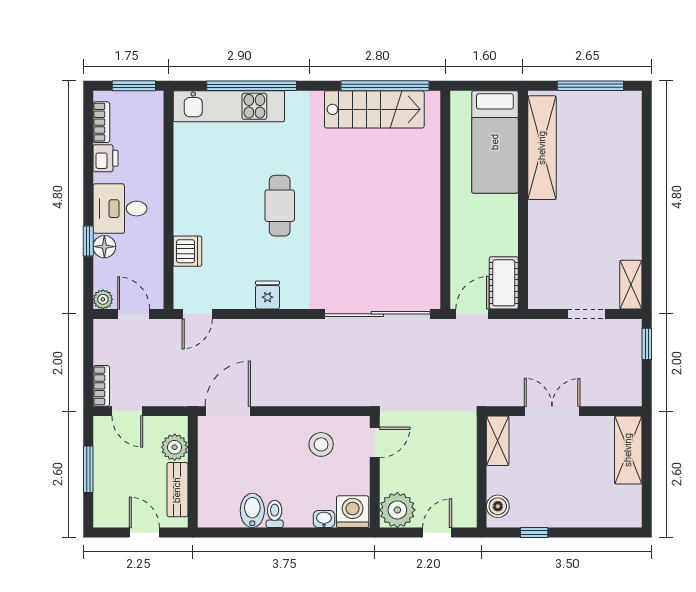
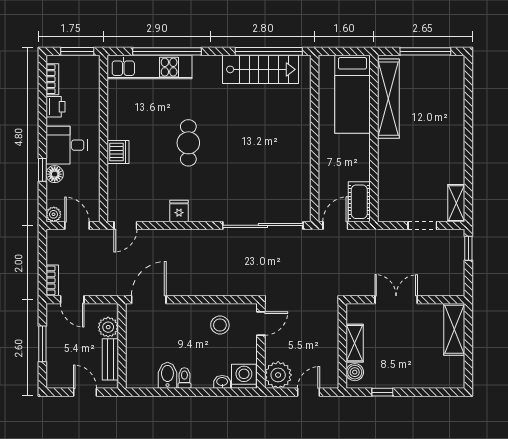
dishwasher: (187, 251) -> (118, 152), moved
shelving: (498, 441) -> (355, 343), moved

